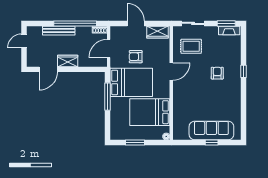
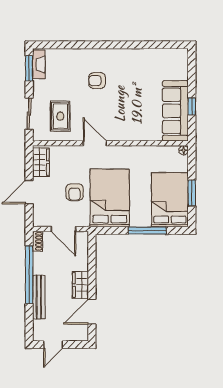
door: (24, 41) -> (53, 345), hinge flipped
door: (48, 69) -> (92, 312), swing flipped
window: (243, 71) -> (94, 45), removed
window: (108, 97) -> (147, 230), moved
bed: (150, 112) -> (170, 200), moved, turned 180
sofa: (211, 130) -> (175, 111), moved
window: (212, 143) -> (192, 106), moved

